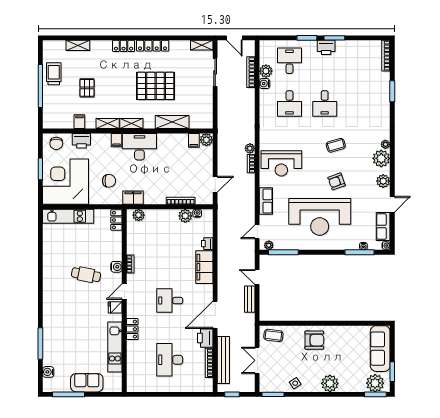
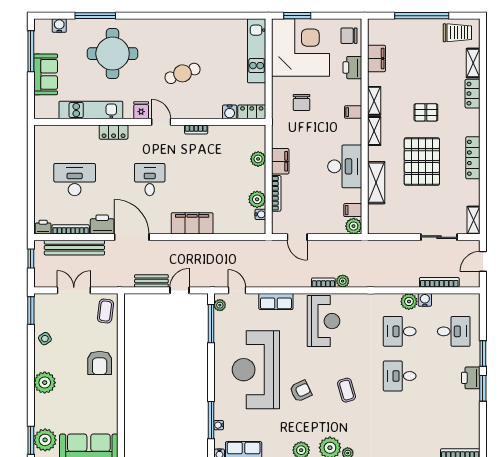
locker: (124, 46) -> (473, 94), moved
plant: (266, 71) -> (409, 301), moved
trolley: (54, 74) -> (457, 33), moved
pallet: (87, 88) -> (426, 112), moved
filing cabinet: (79, 122) -> (376, 58), width x2.00
desk: (139, 147) -> (345, 166), moved
reception desk: (281, 163) -> (324, 321), turned 180
window: (40, 169) -> (297, 16), moved
armchair: (337, 181) -> (301, 391), turned 85
filing cabinet: (133, 198) -> (280, 161), moved
plant: (139, 215) -> (258, 159), moved
printer: (207, 244) -> (43, 227), moved
water cooler: (116, 267) -> (230, 112), moved
cafe table: (86, 275) -> (183, 73), turned 59
round table: (70, 330) -> (113, 54), added

